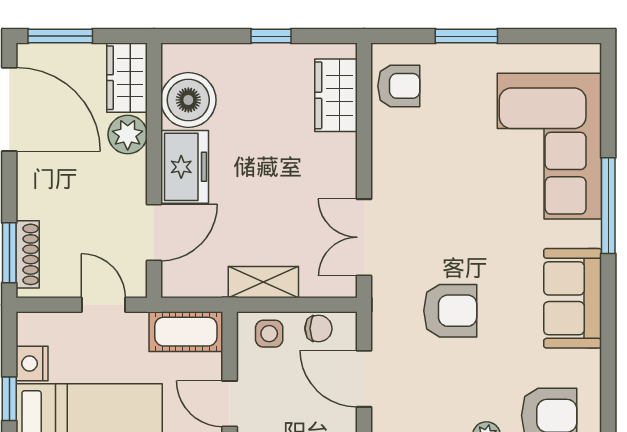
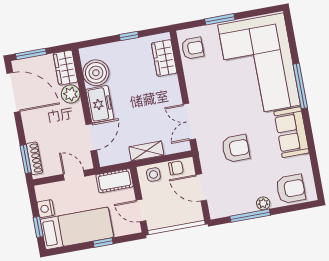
corner sofa: (549, 146) -> (259, 65), width x1.36, depth x1.36

